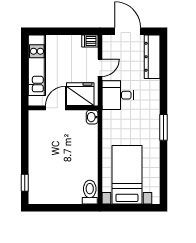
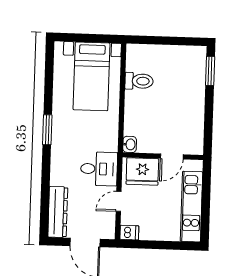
window: (25, 183) -> (210, 71), width x1.50
toilet: (90, 192) -> (139, 81), moved, turned -90

